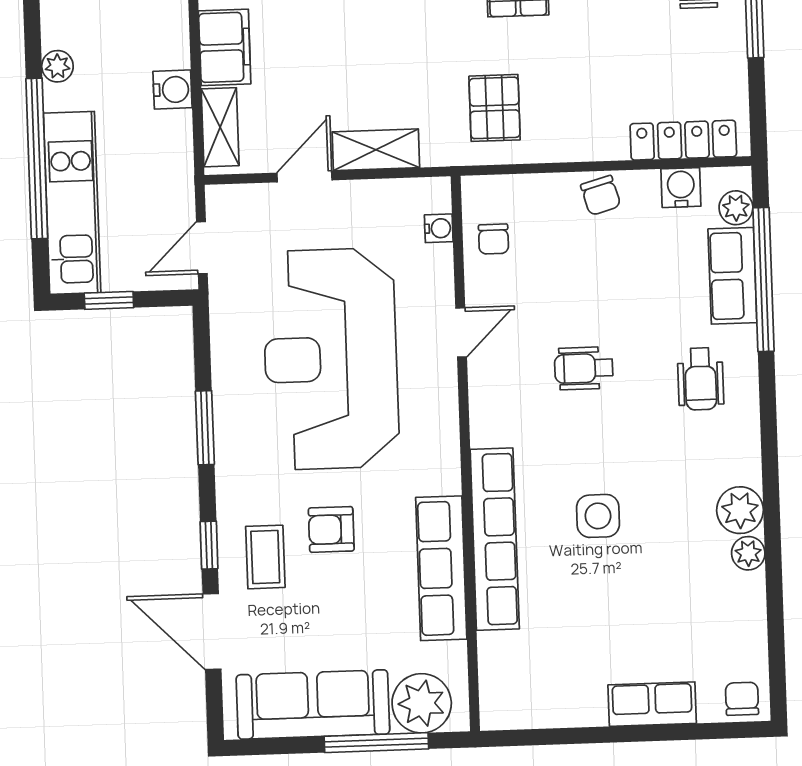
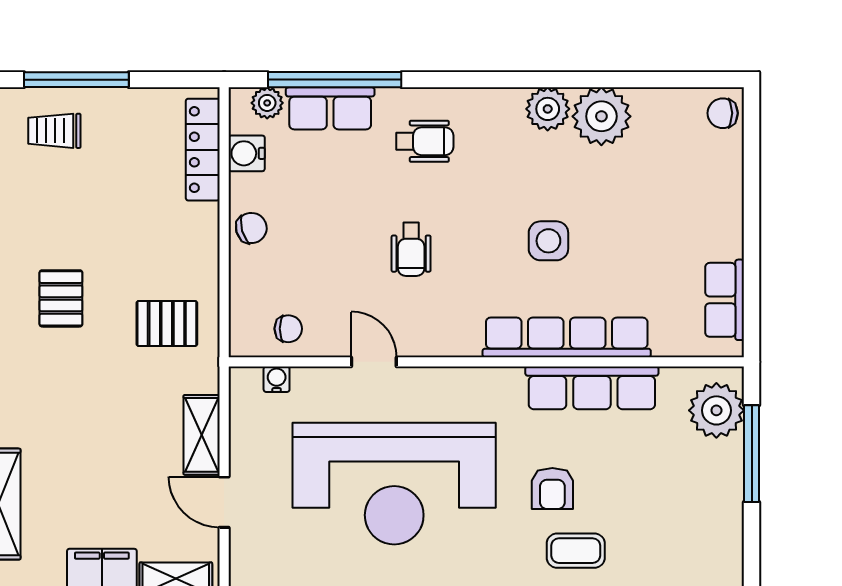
plant: (748, 553) -> (601, 116), width x1.87, depth x1.87
sofa: (313, 704) -> (714, 511), removed
row of seats: (652, 704) -> (725, 300), moved

